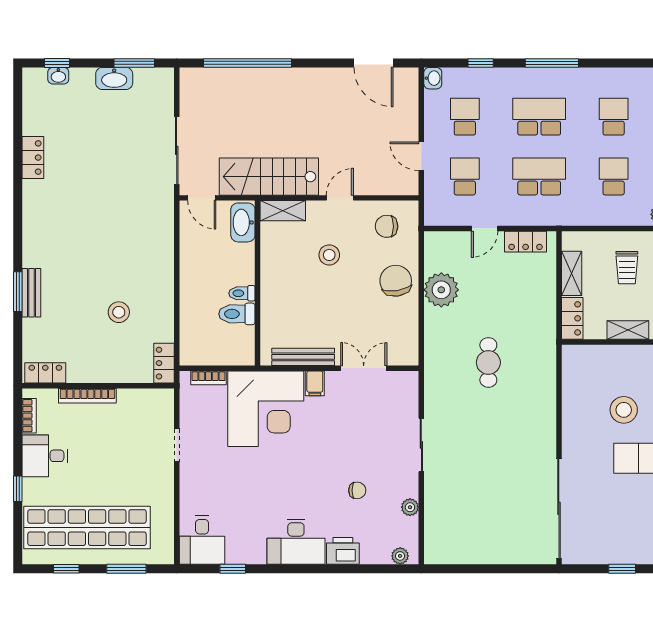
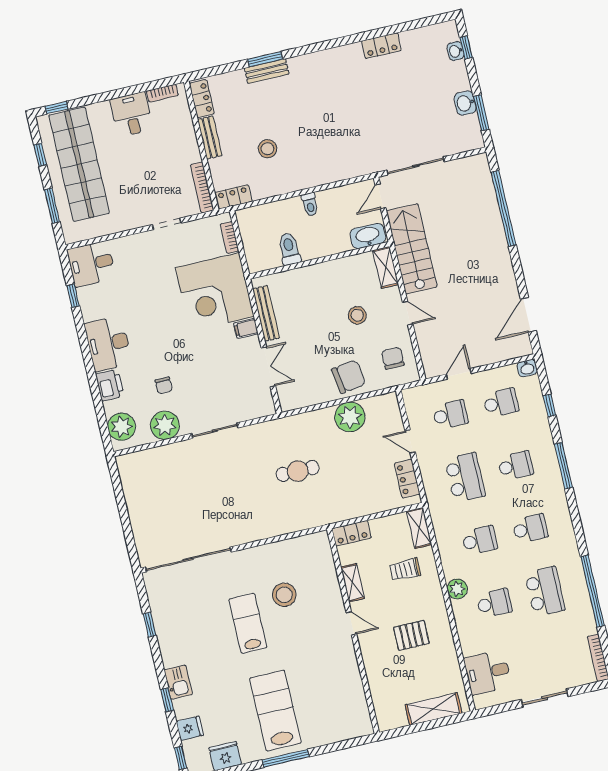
washbasin: (114, 78) -> (465, 103), width x0.72
school desk: (539, 117) -> (516, 466), width x0.54
shelving: (572, 273) -> (419, 528), moved, turned 90
toilet: (242, 293) -> (310, 204), moved, turned 180
bench: (91, 374) -> (210, 137), added
bookcase: (87, 396) -> (202, 188), moved
window: (18, 489) -> (56, 108), moved
plant: (410, 507) -> (165, 425), width x1.88, depth x1.88
plant: (400, 556) -> (122, 427), width x1.88, depth x1.88

